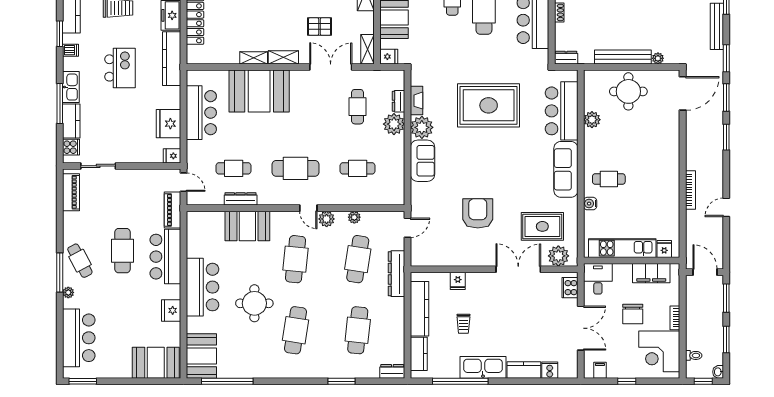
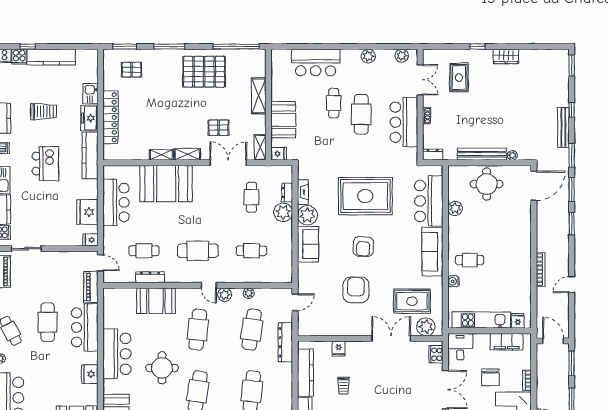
armchair: (486, 163) -> (363, 246), added

